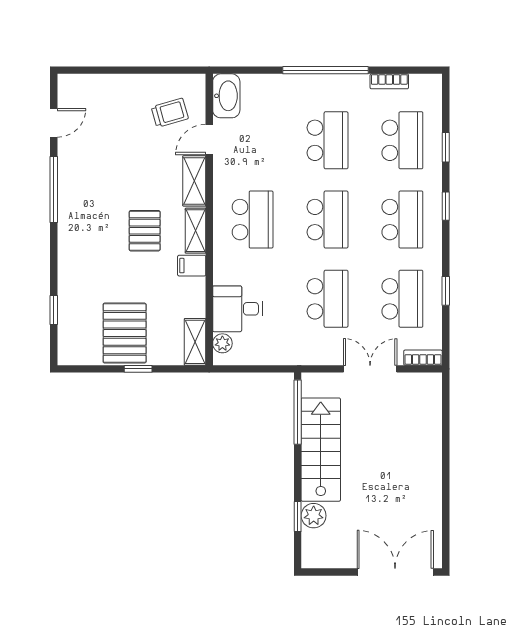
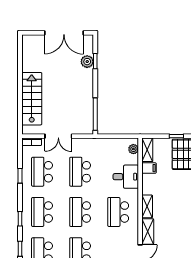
pallet: (145, 231) -> (173, 206), removed
filing cabinet: (192, 266) -> (149, 168), moved
desk: (238, 309) -> (126, 177), moved
stairs: (321, 450) -> (32, 99), moved, turned 180
double door: (395, 572) -> (64, 33), moved

